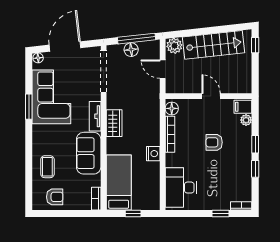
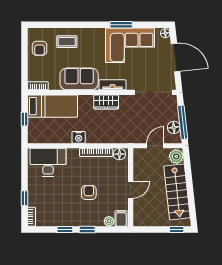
floor lamp: (131, 50) -> (174, 127), moved

